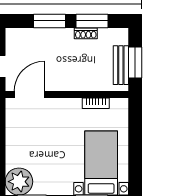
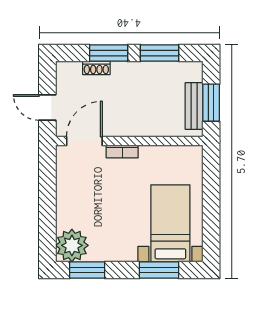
shoe rack: (86, 33) -> (96, 68), moved
bookcase: (96, 103) -> (122, 152), moved

